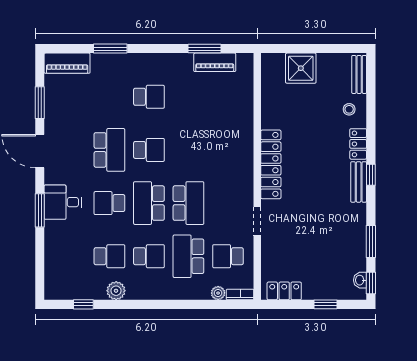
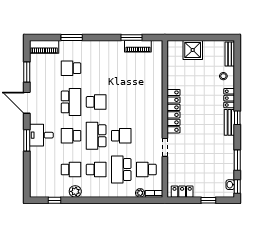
school desk: (149, 97) -> (71, 68), moved, turned 180
school desk: (188, 203) -> (121, 136), width x0.54

